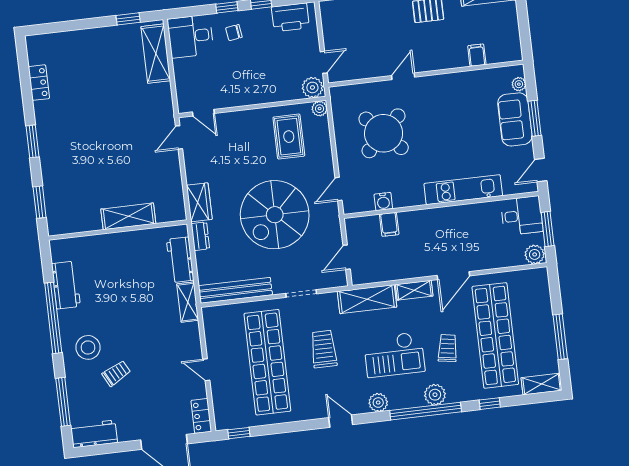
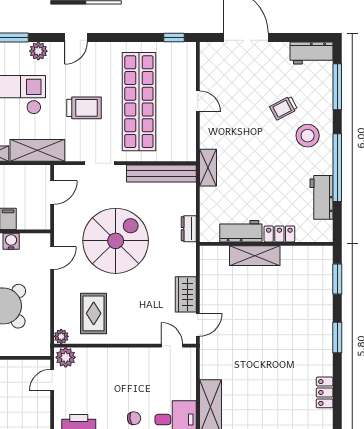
wardrobe: (199, 202) -> (186, 294), moved
workbench: (180, 260) -> (241, 231), moved, turned -90
trolley: (324, 349) -> (84, 108), turned -90
locker: (201, 416) -> (279, 234), moved, turned -90
door: (341, 421) -> (76, 38), hinge flipped

